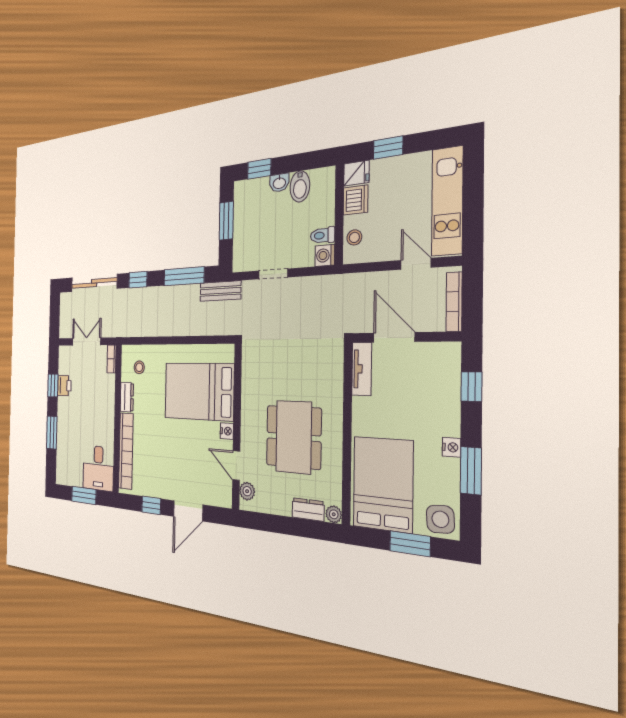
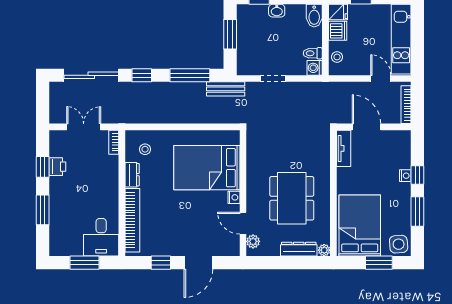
bidet: (300, 186) -> (314, 16), moved
window: (472, 387) -> (417, 175), moved
nightstand: (451, 447) -> (405, 176), moved
dresser: (308, 509) -> (299, 249), width x1.44

